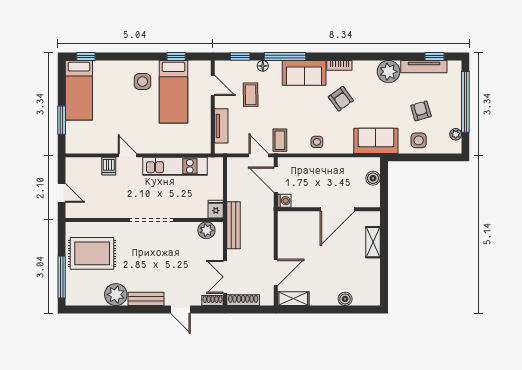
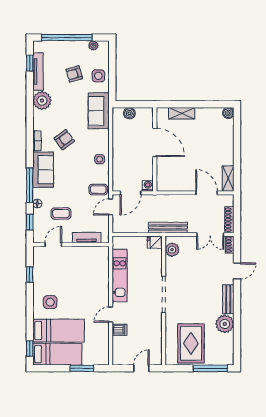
bed: (173, 92) -> (59, 331), moved
boiler: (345, 299) -> (228, 113), moved

